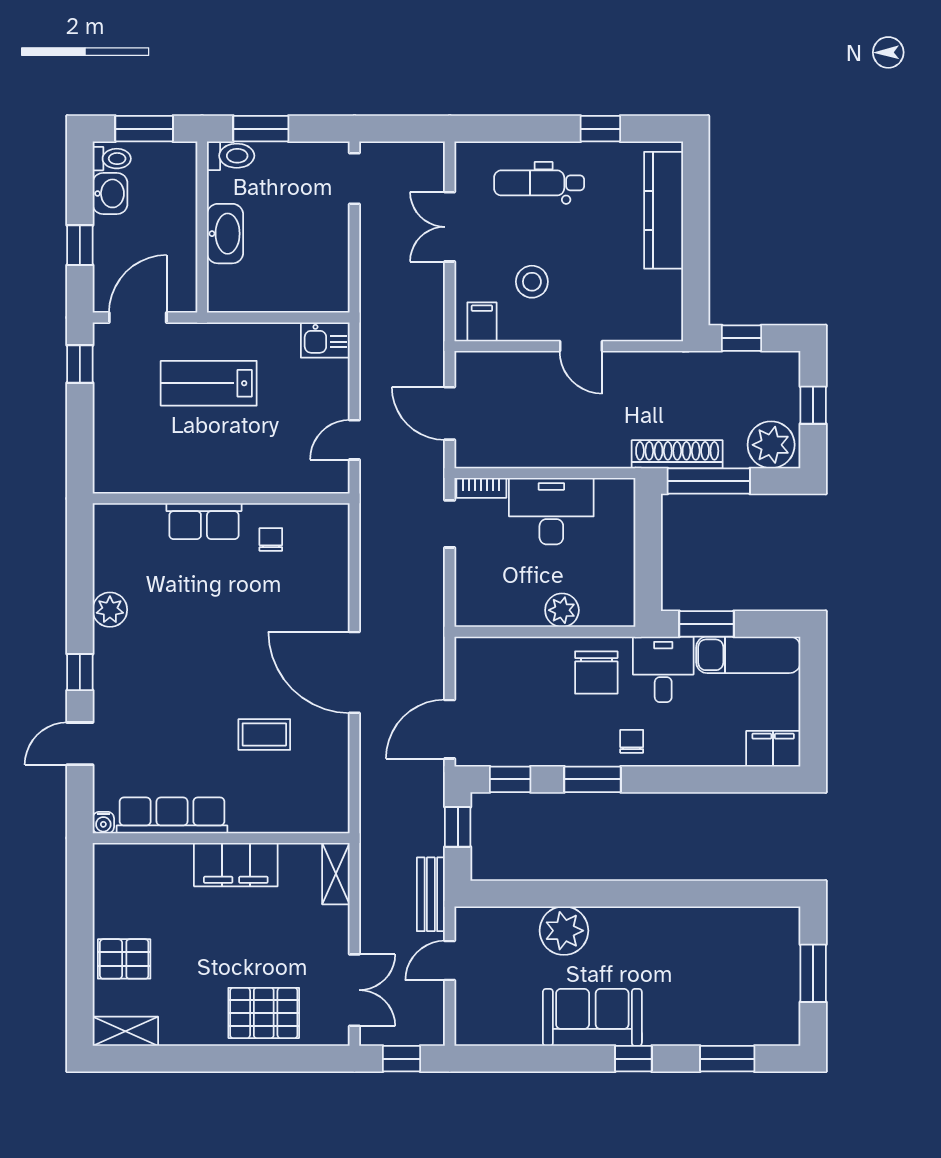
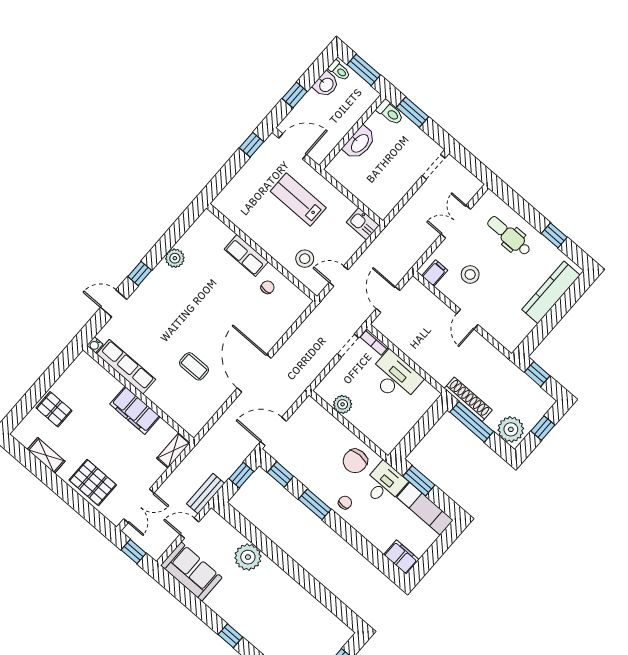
stool: (288, 456) -> (305, 259), added
plant: (562, 610) -> (343, 404), moved
sofa: (592, 1017) -> (191, 571), moved
shelving: (125, 1031) -> (46, 455), moved

